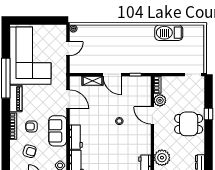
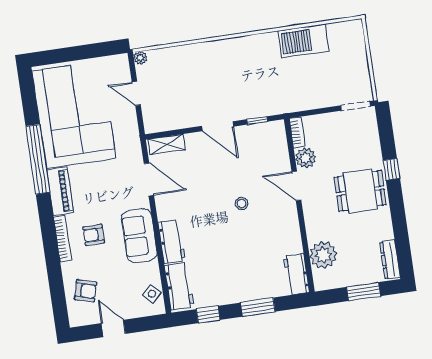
door: (68, 49) -> (136, 93), swing flipped
shelving: (92, 81) -> (167, 145), moved
armchair: (30, 151) -> (86, 291), moved

